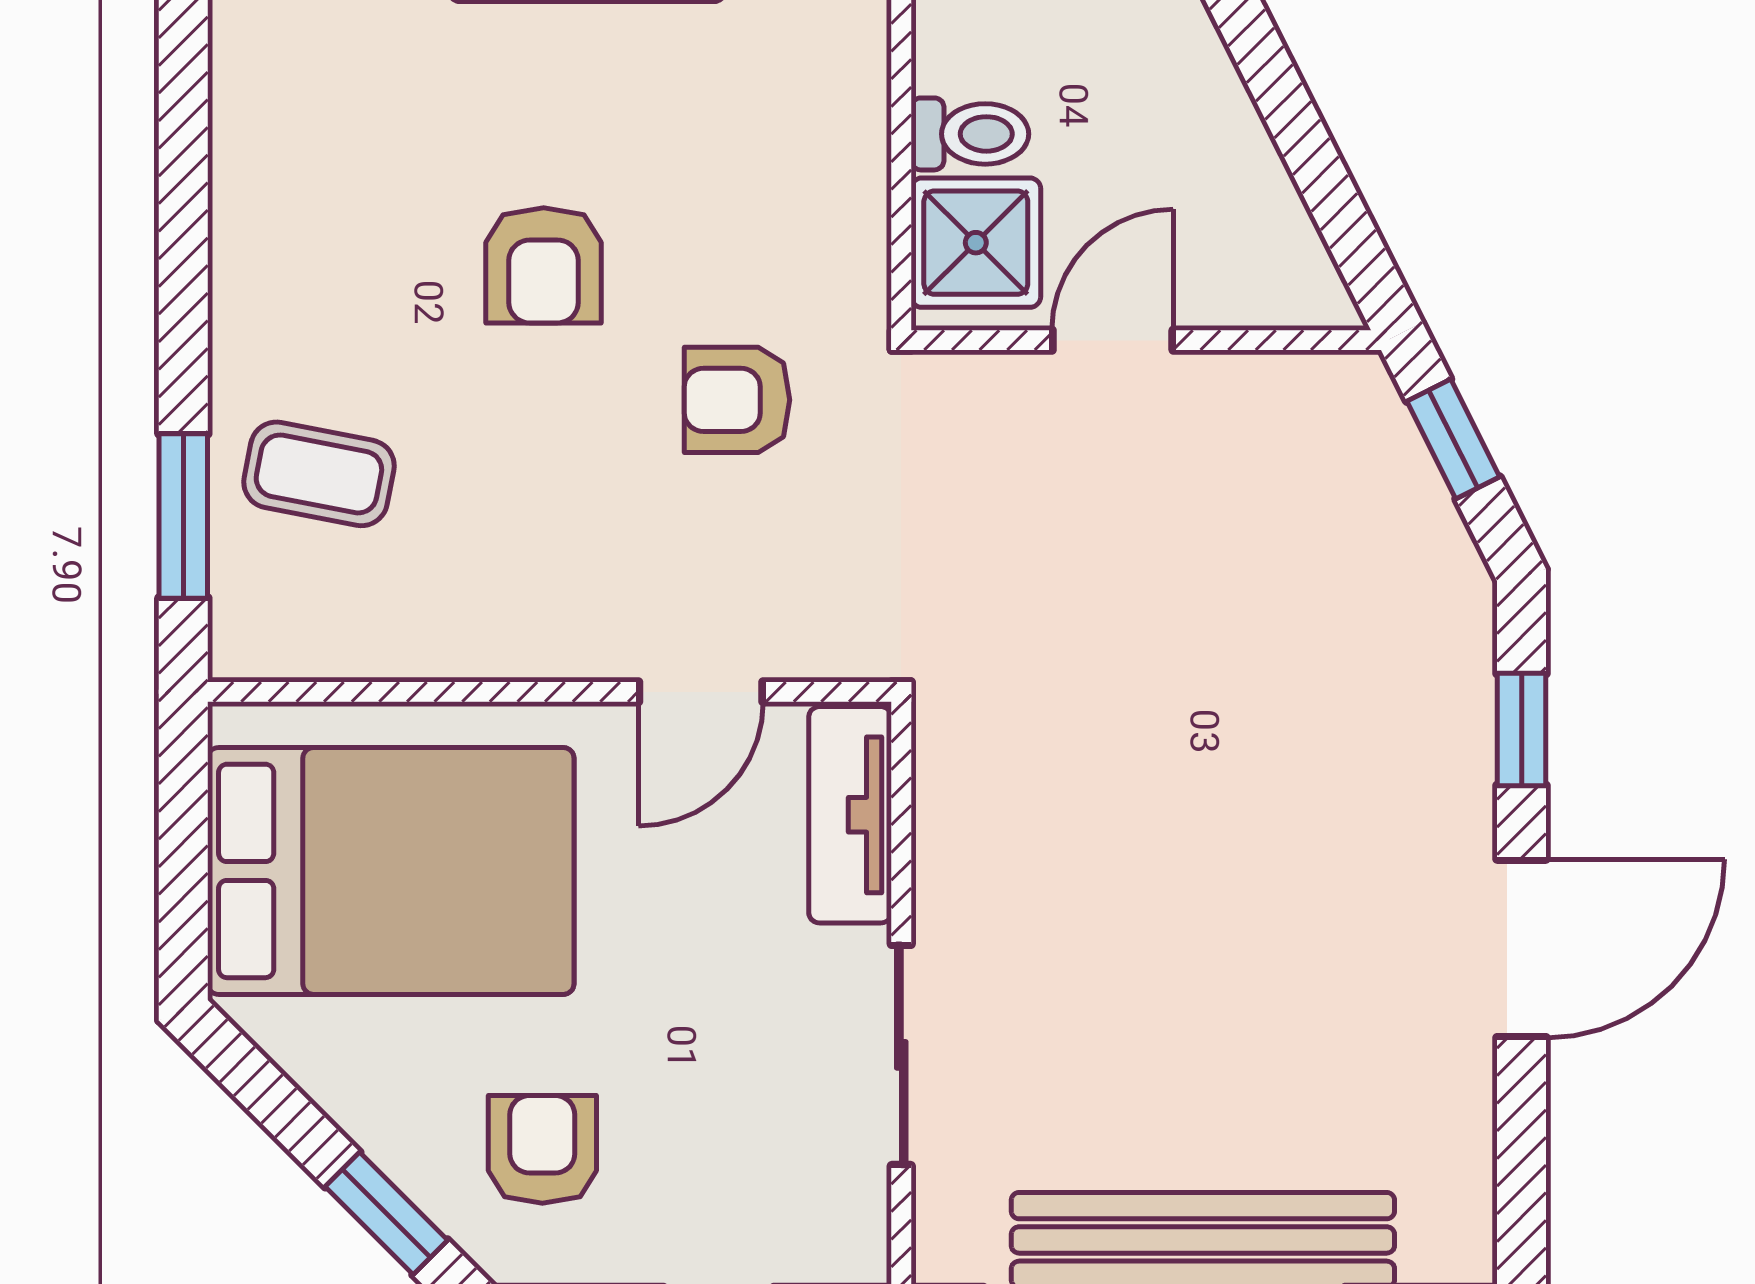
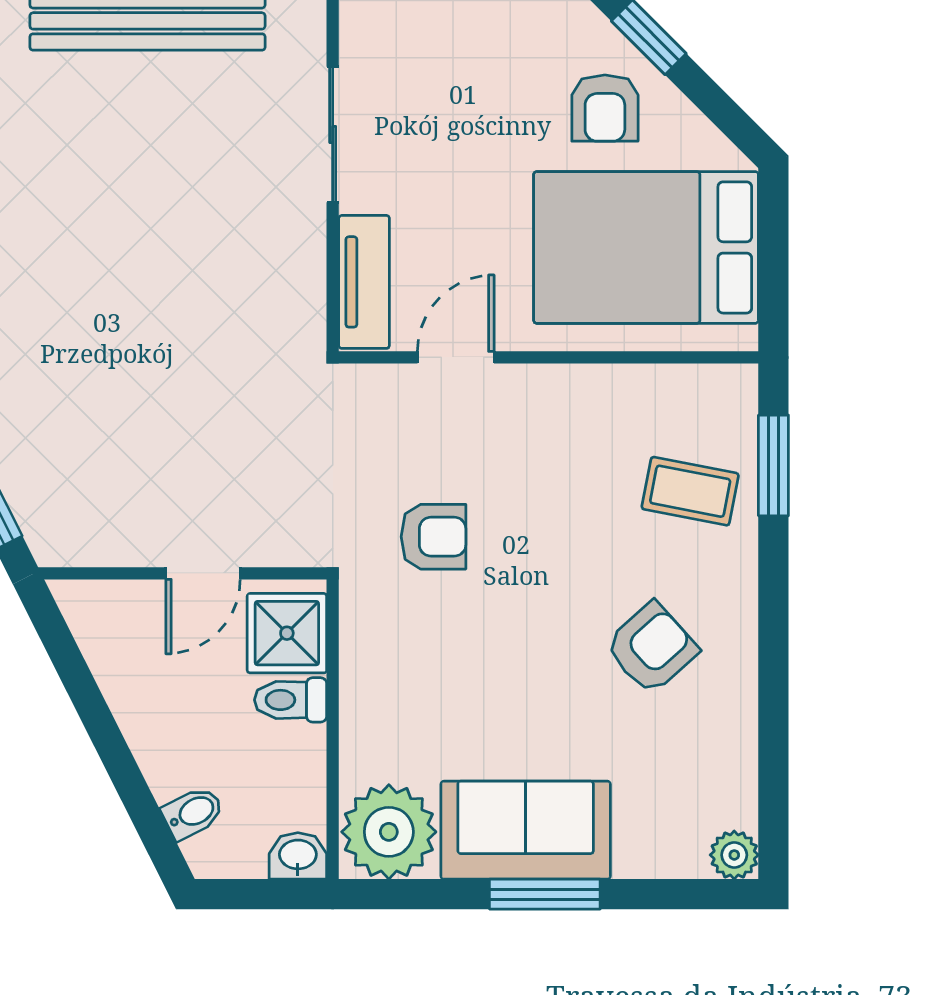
armchair: (544, 265) -> (651, 648), moved, turned 48
armchair: (542, 1149) -> (605, 108), moved

